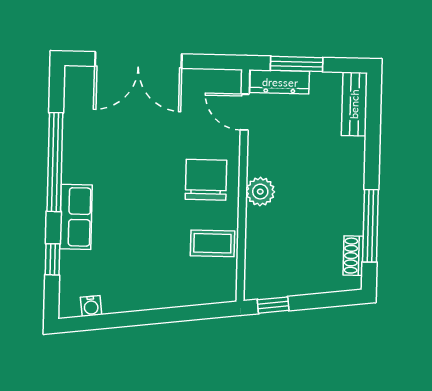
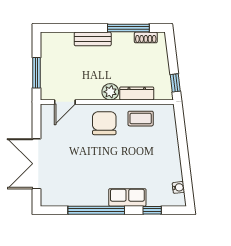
double door: (138, 60) -> (36, 164), swing flipped
dresser: (280, 82) -> (137, 93), moved, turned -90
bench: (354, 104) -> (93, 39), moved
chair: (206, 180) -> (104, 123), turned 90
coffee table: (212, 243) -> (141, 119), turned 90

